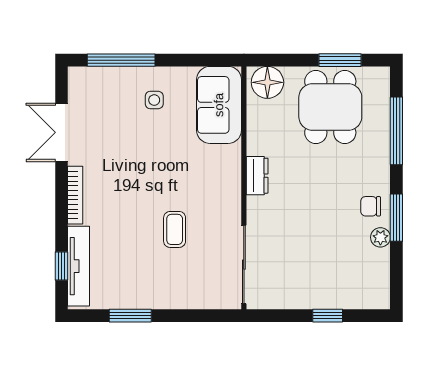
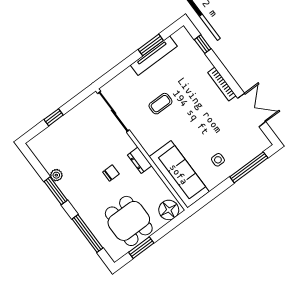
sofa: (219, 105) -> (179, 174), width x1.36
chair: (371, 206) -> (111, 173), moved
coffee table: (175, 229) -> (160, 104), turned 90
tv unit: (79, 266) -> (154, 56), moved, turned -90

